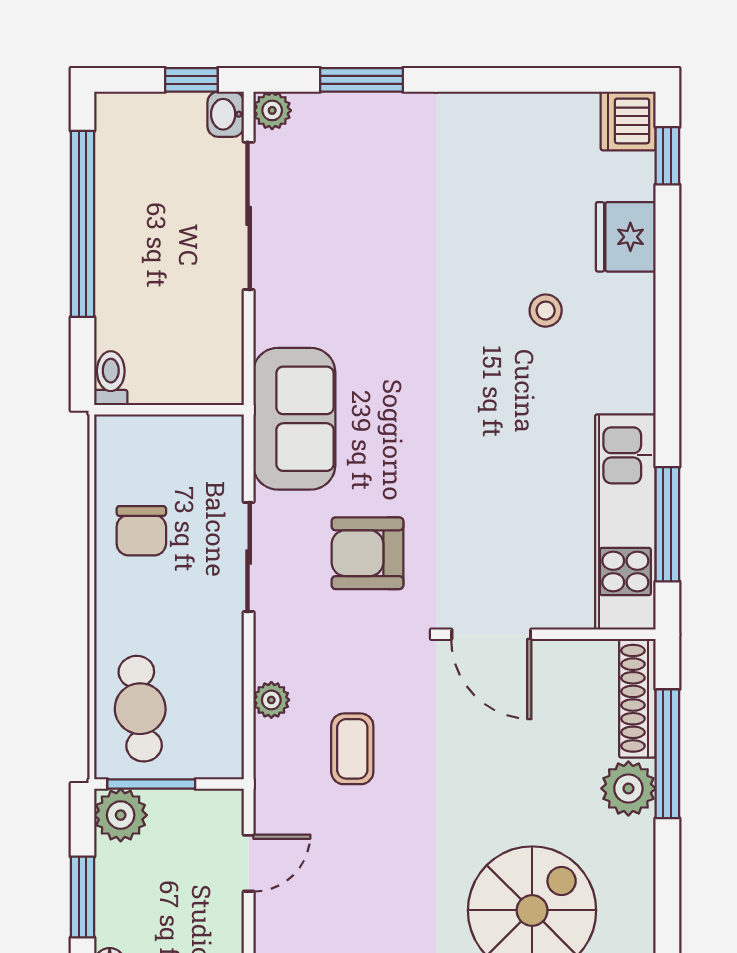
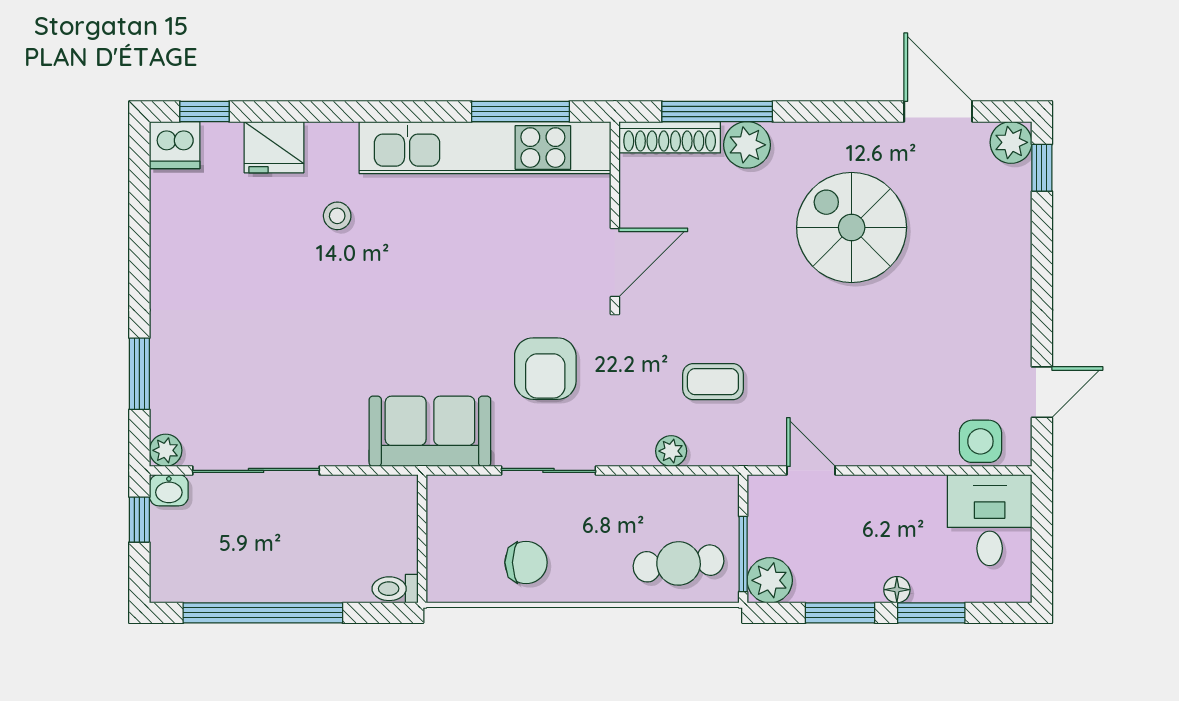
kitchen unit: (625, 522) -> (485, 148), width x1.36

